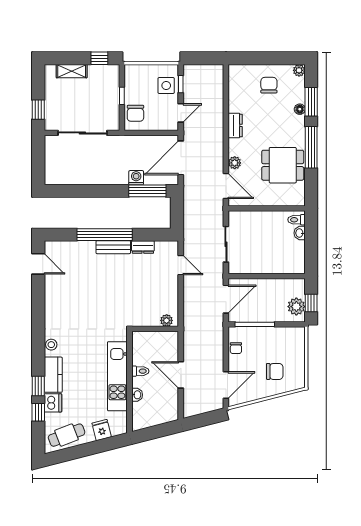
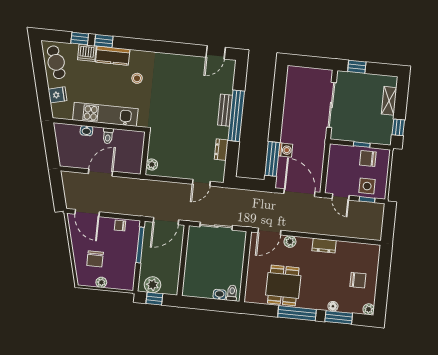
chair: (135, 113) -> (368, 158), moved
bench: (113, 247) -> (225, 110), moved
door: (226, 299) -> (166, 221), hinge flipped
stool: (51, 345) -> (137, 78), moved
plant: (299, 362) -> (101, 282), added

